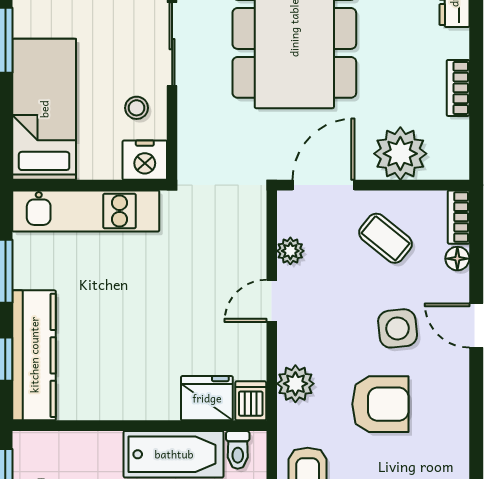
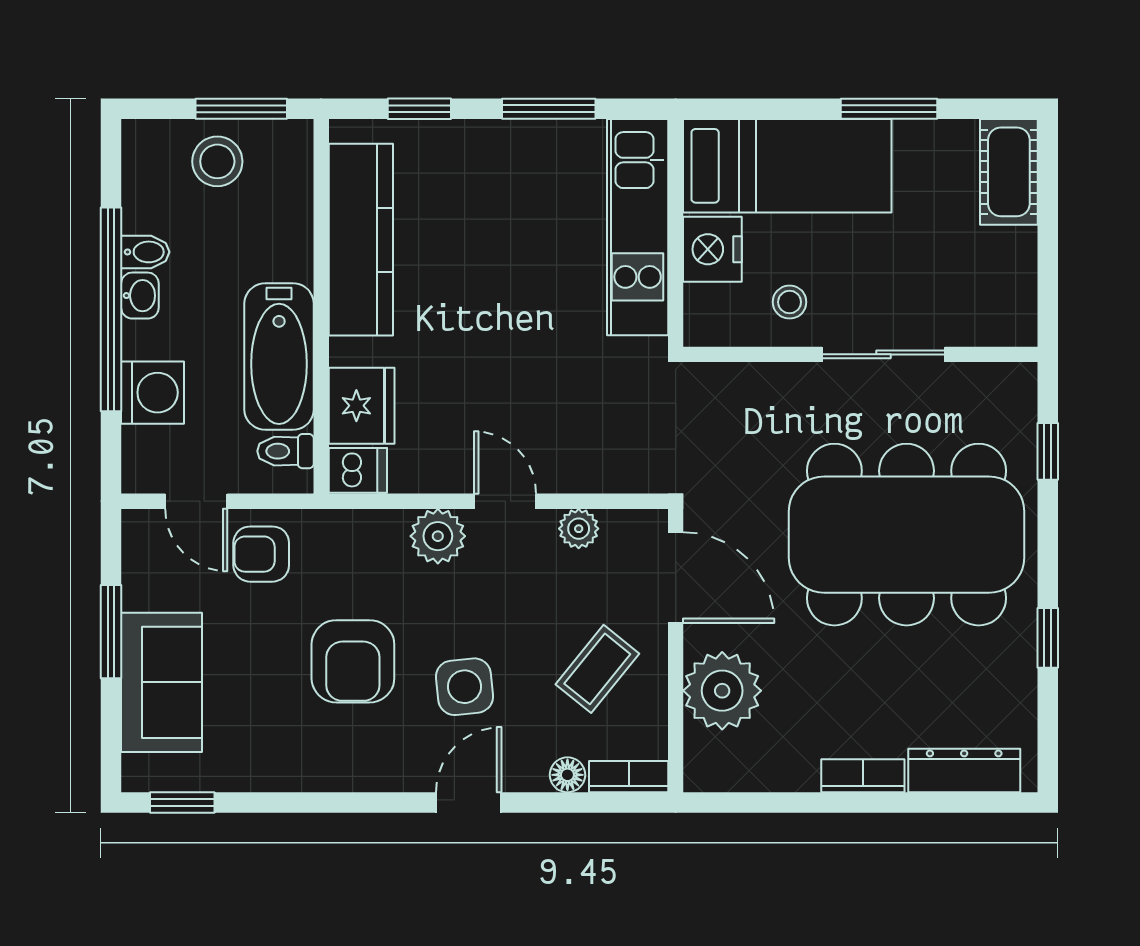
bookcase: (458, 88) -> (863, 776), moved
nightstand: (145, 160) -> (712, 249), moved
kitchen counter: (34, 355) -> (361, 240), moved, turned -90
plant: (295, 384) -> (438, 536), moved

